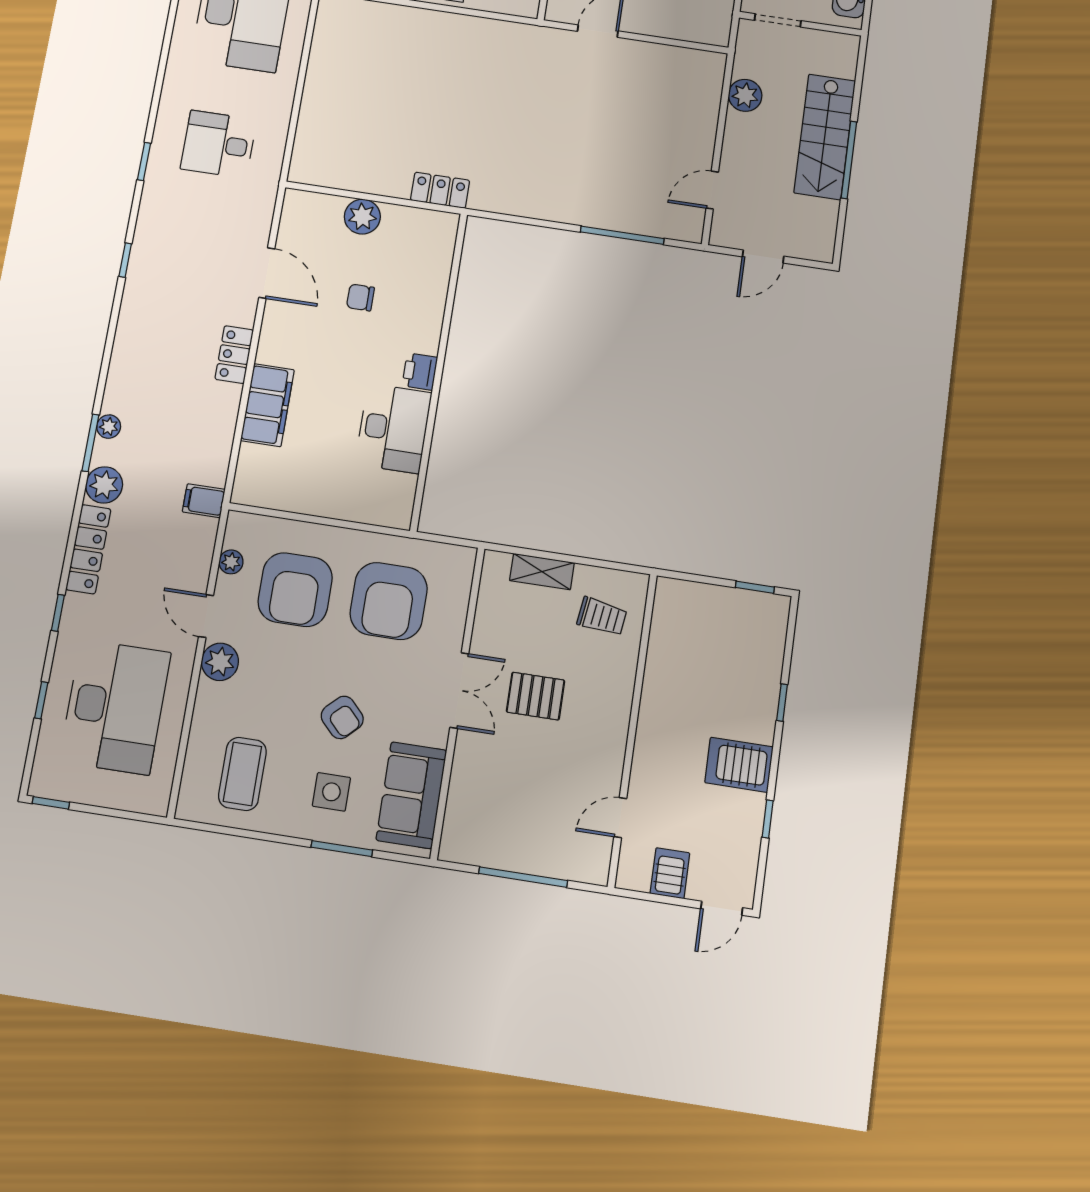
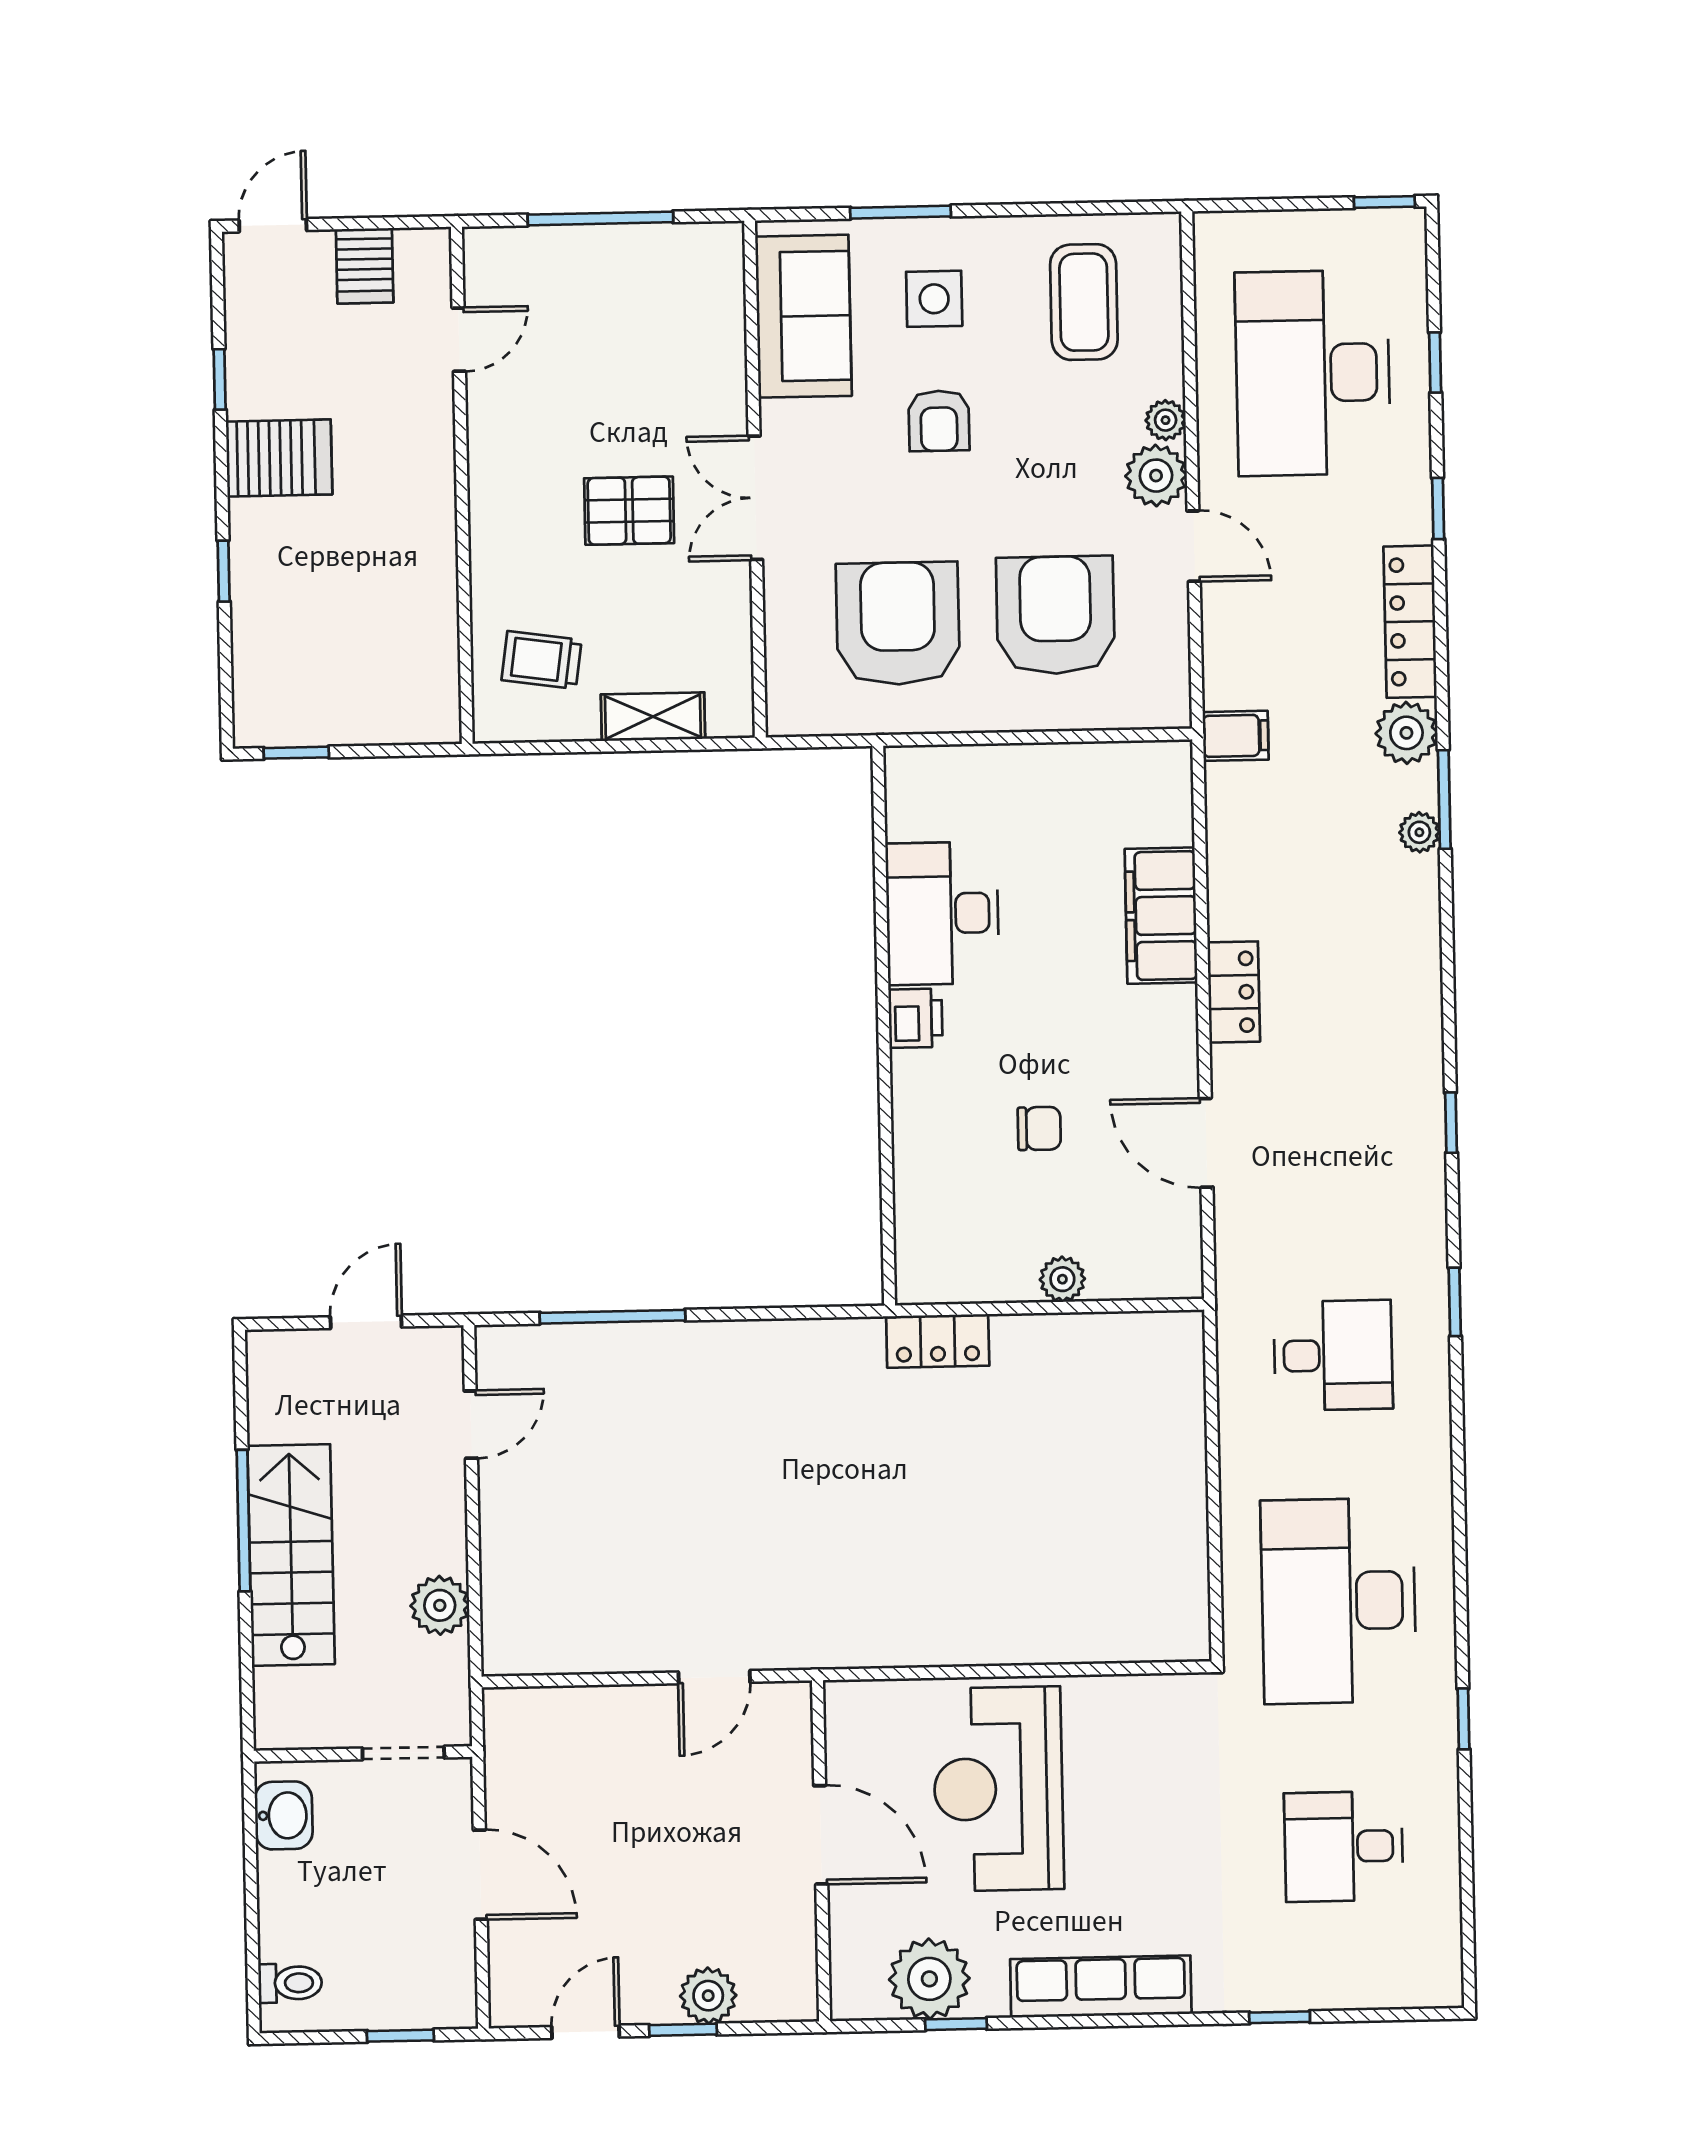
plant: (362, 217) -> (1062, 1279), width x0.73, depth x0.73
plant: (231, 562) -> (1166, 420), moved
armchair: (342, 717) -> (939, 421), turned -136

